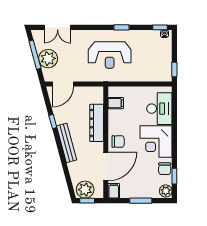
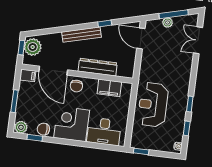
window: (160, 27) -> (187, 128), moved
reception desk: (110, 55) -> (153, 105), moved
plant: (48, 59) -> (168, 22), width x0.53, depth x0.53
filing cabinet: (116, 103) -> (109, 88), width x2.00

